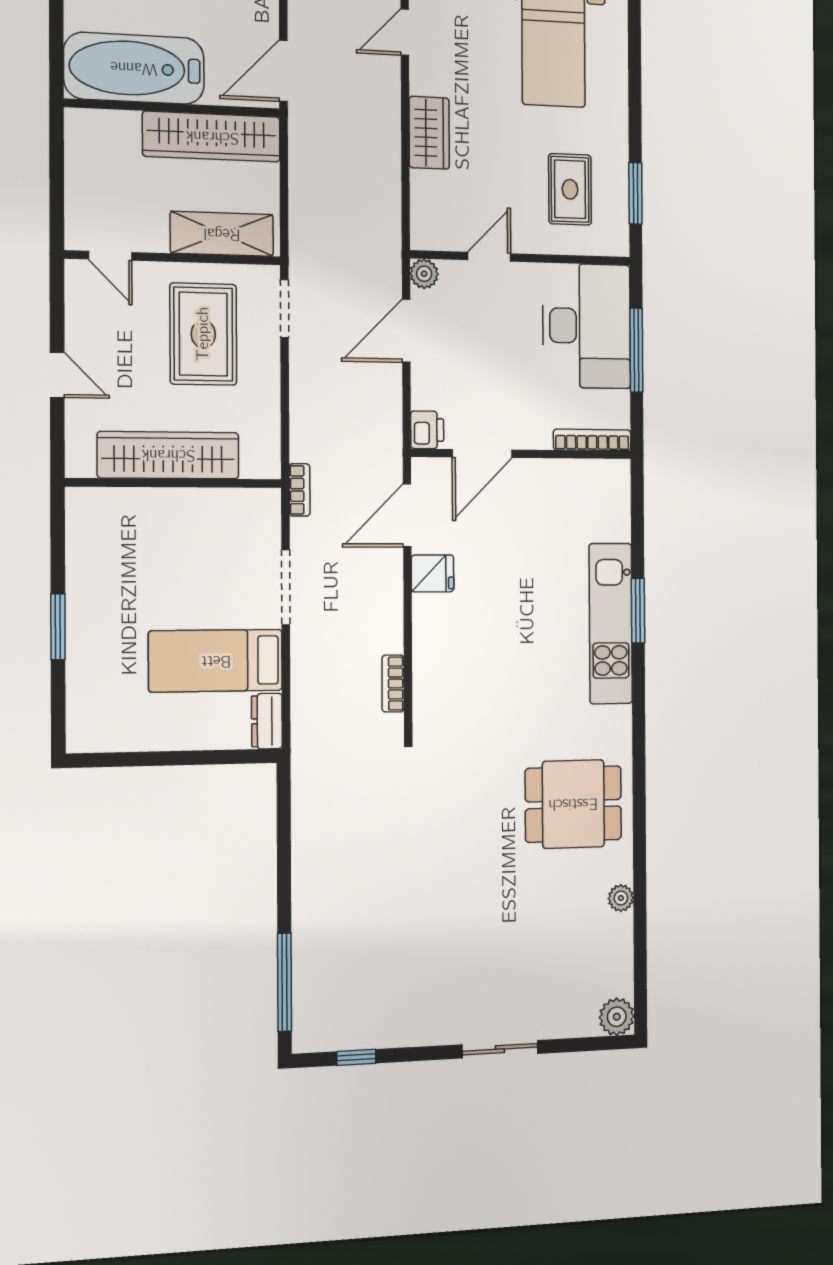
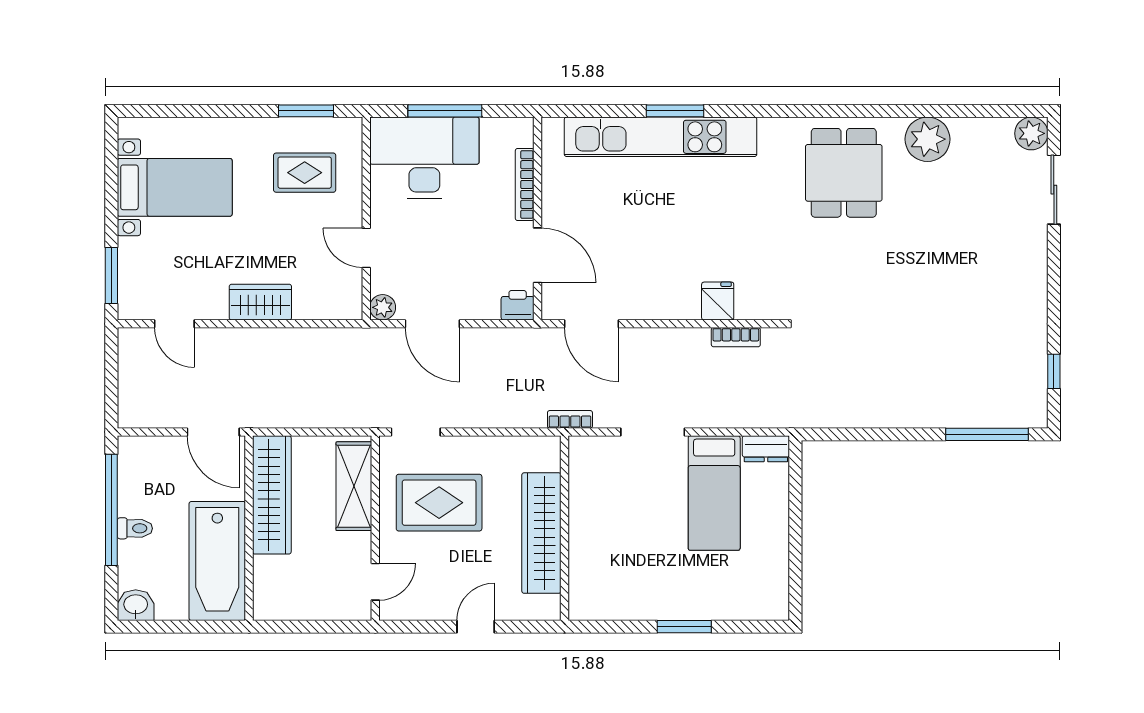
bookcase: (592, 440) -> (525, 185), moved
fridge: (433, 573) -> (718, 301), moved
kitchen unit: (611, 624) -> (661, 137), width x1.36
plant: (621, 898) -> (927, 139), width x1.88, depth x1.88
sliding door: (500, 1049) -> (1054, 190), moved

